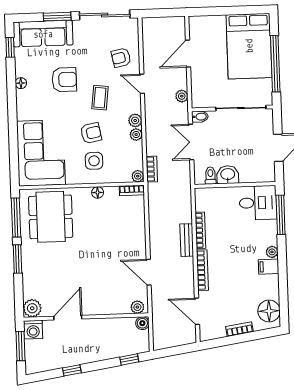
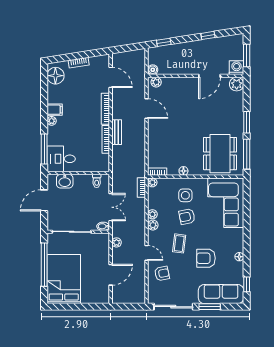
washbasin: (228, 175) -> (65, 181), moved

